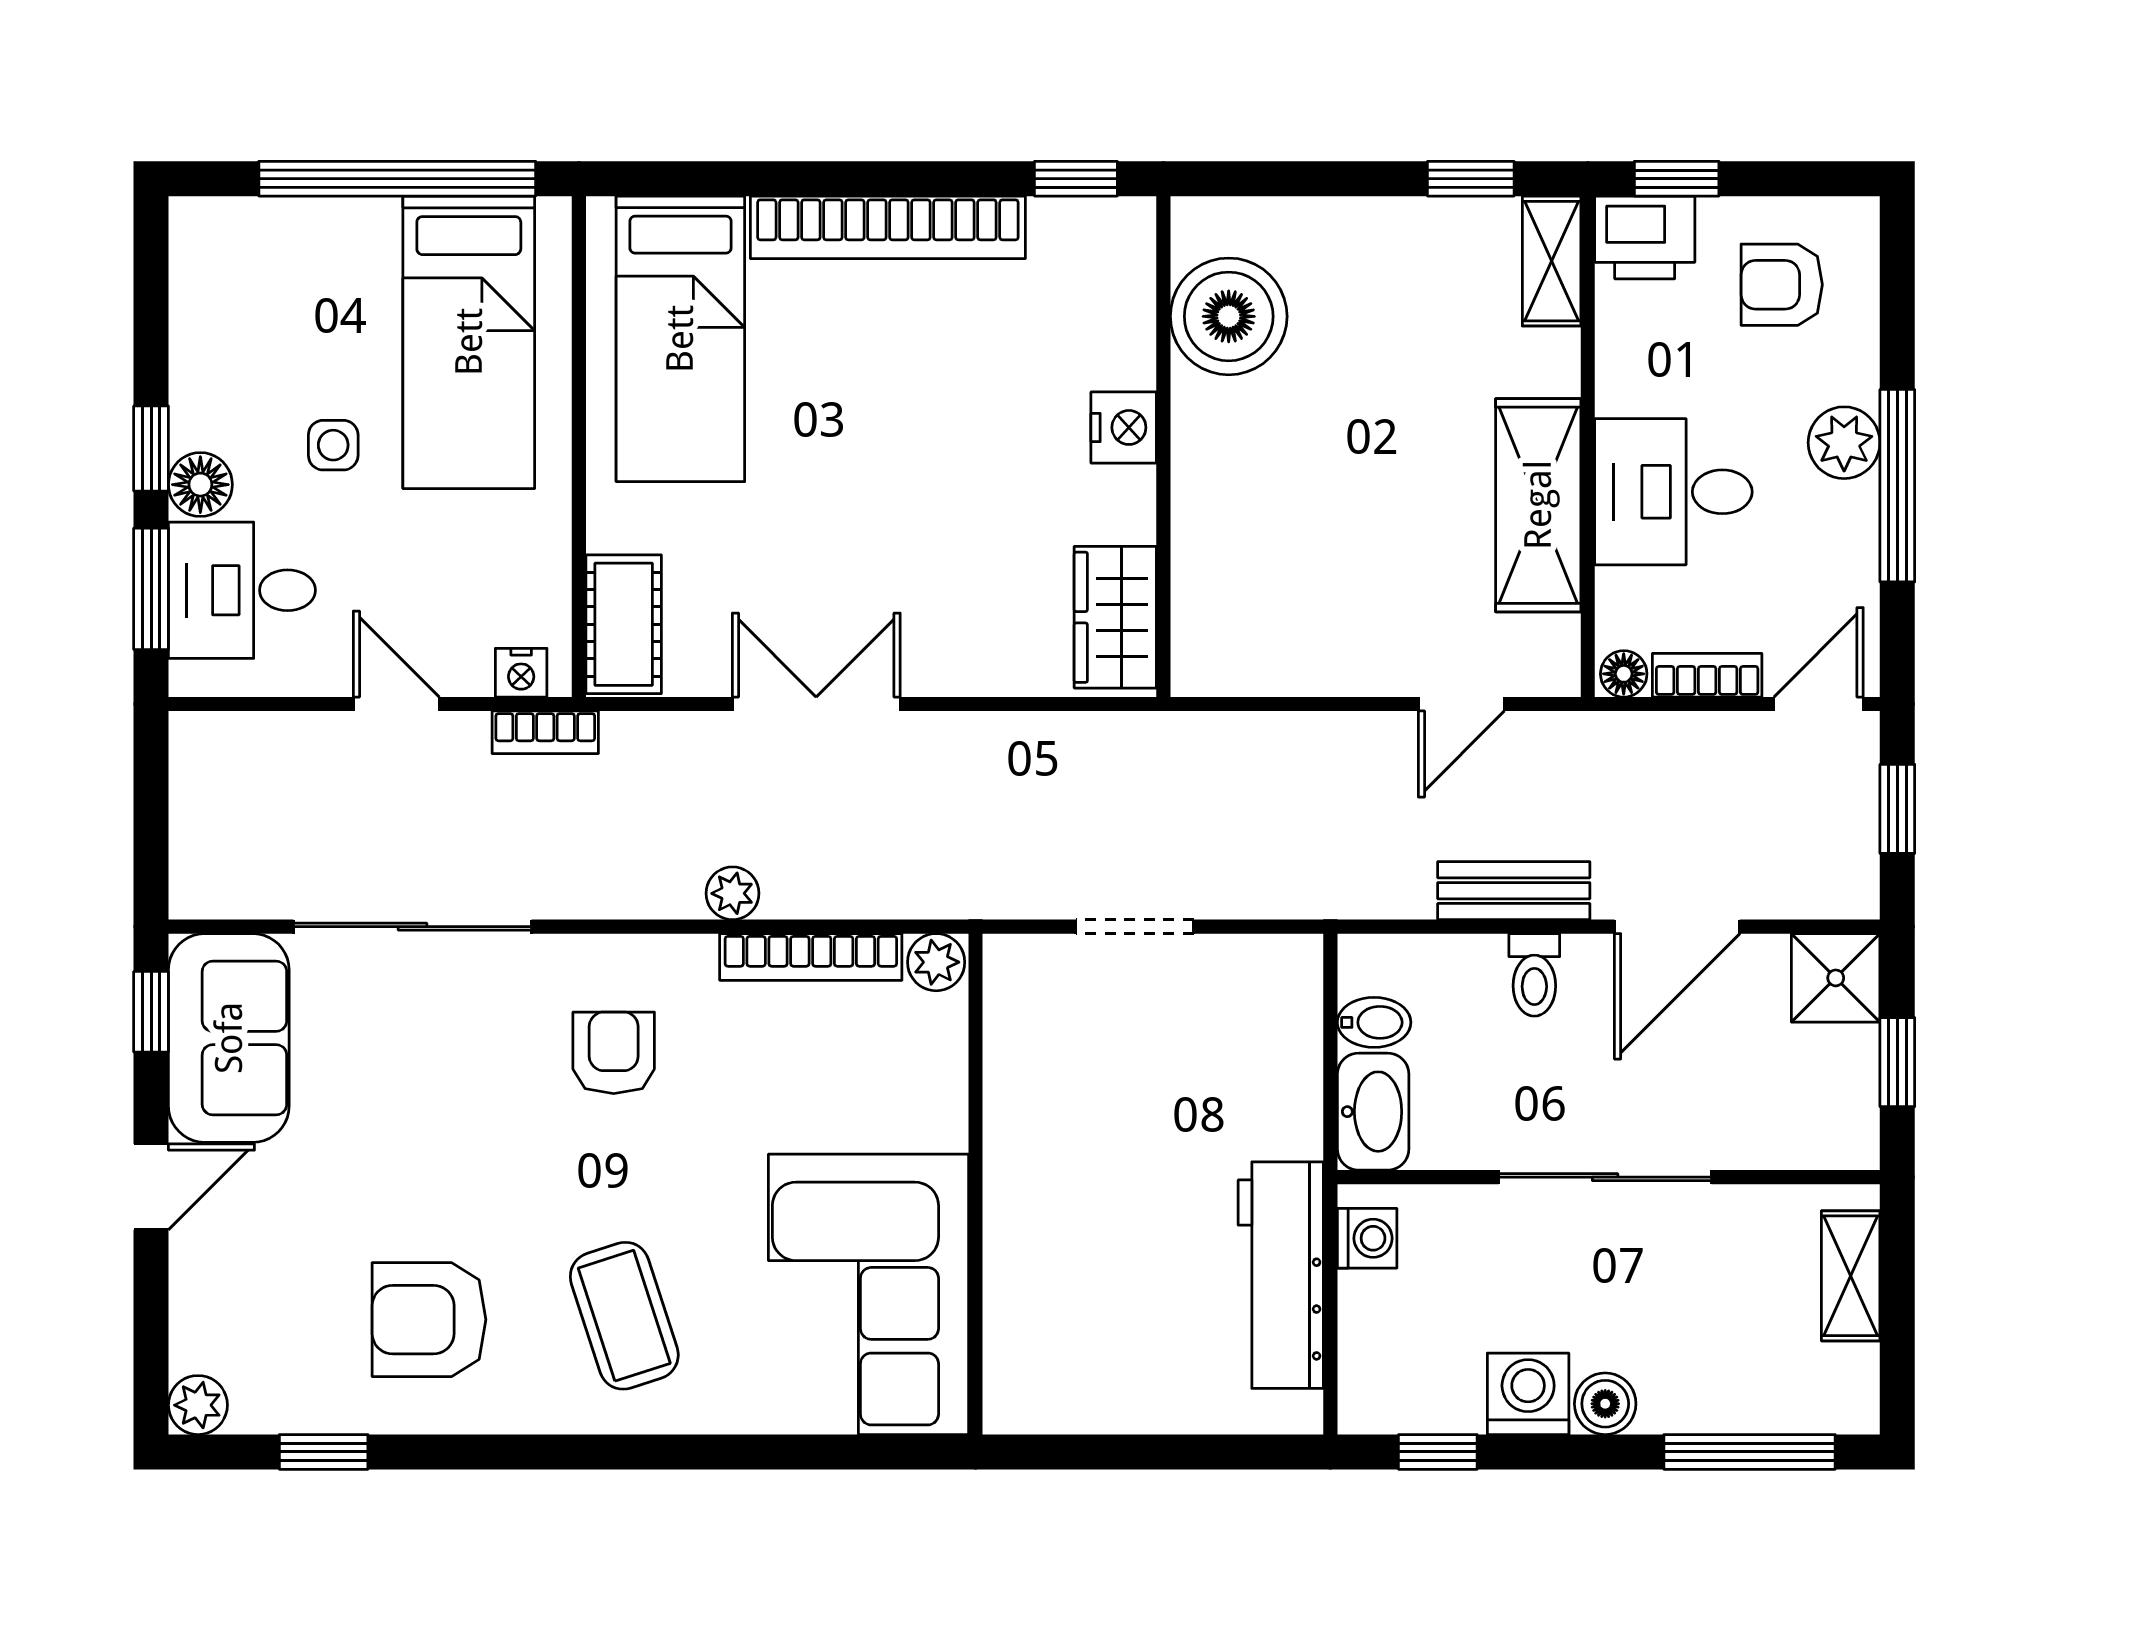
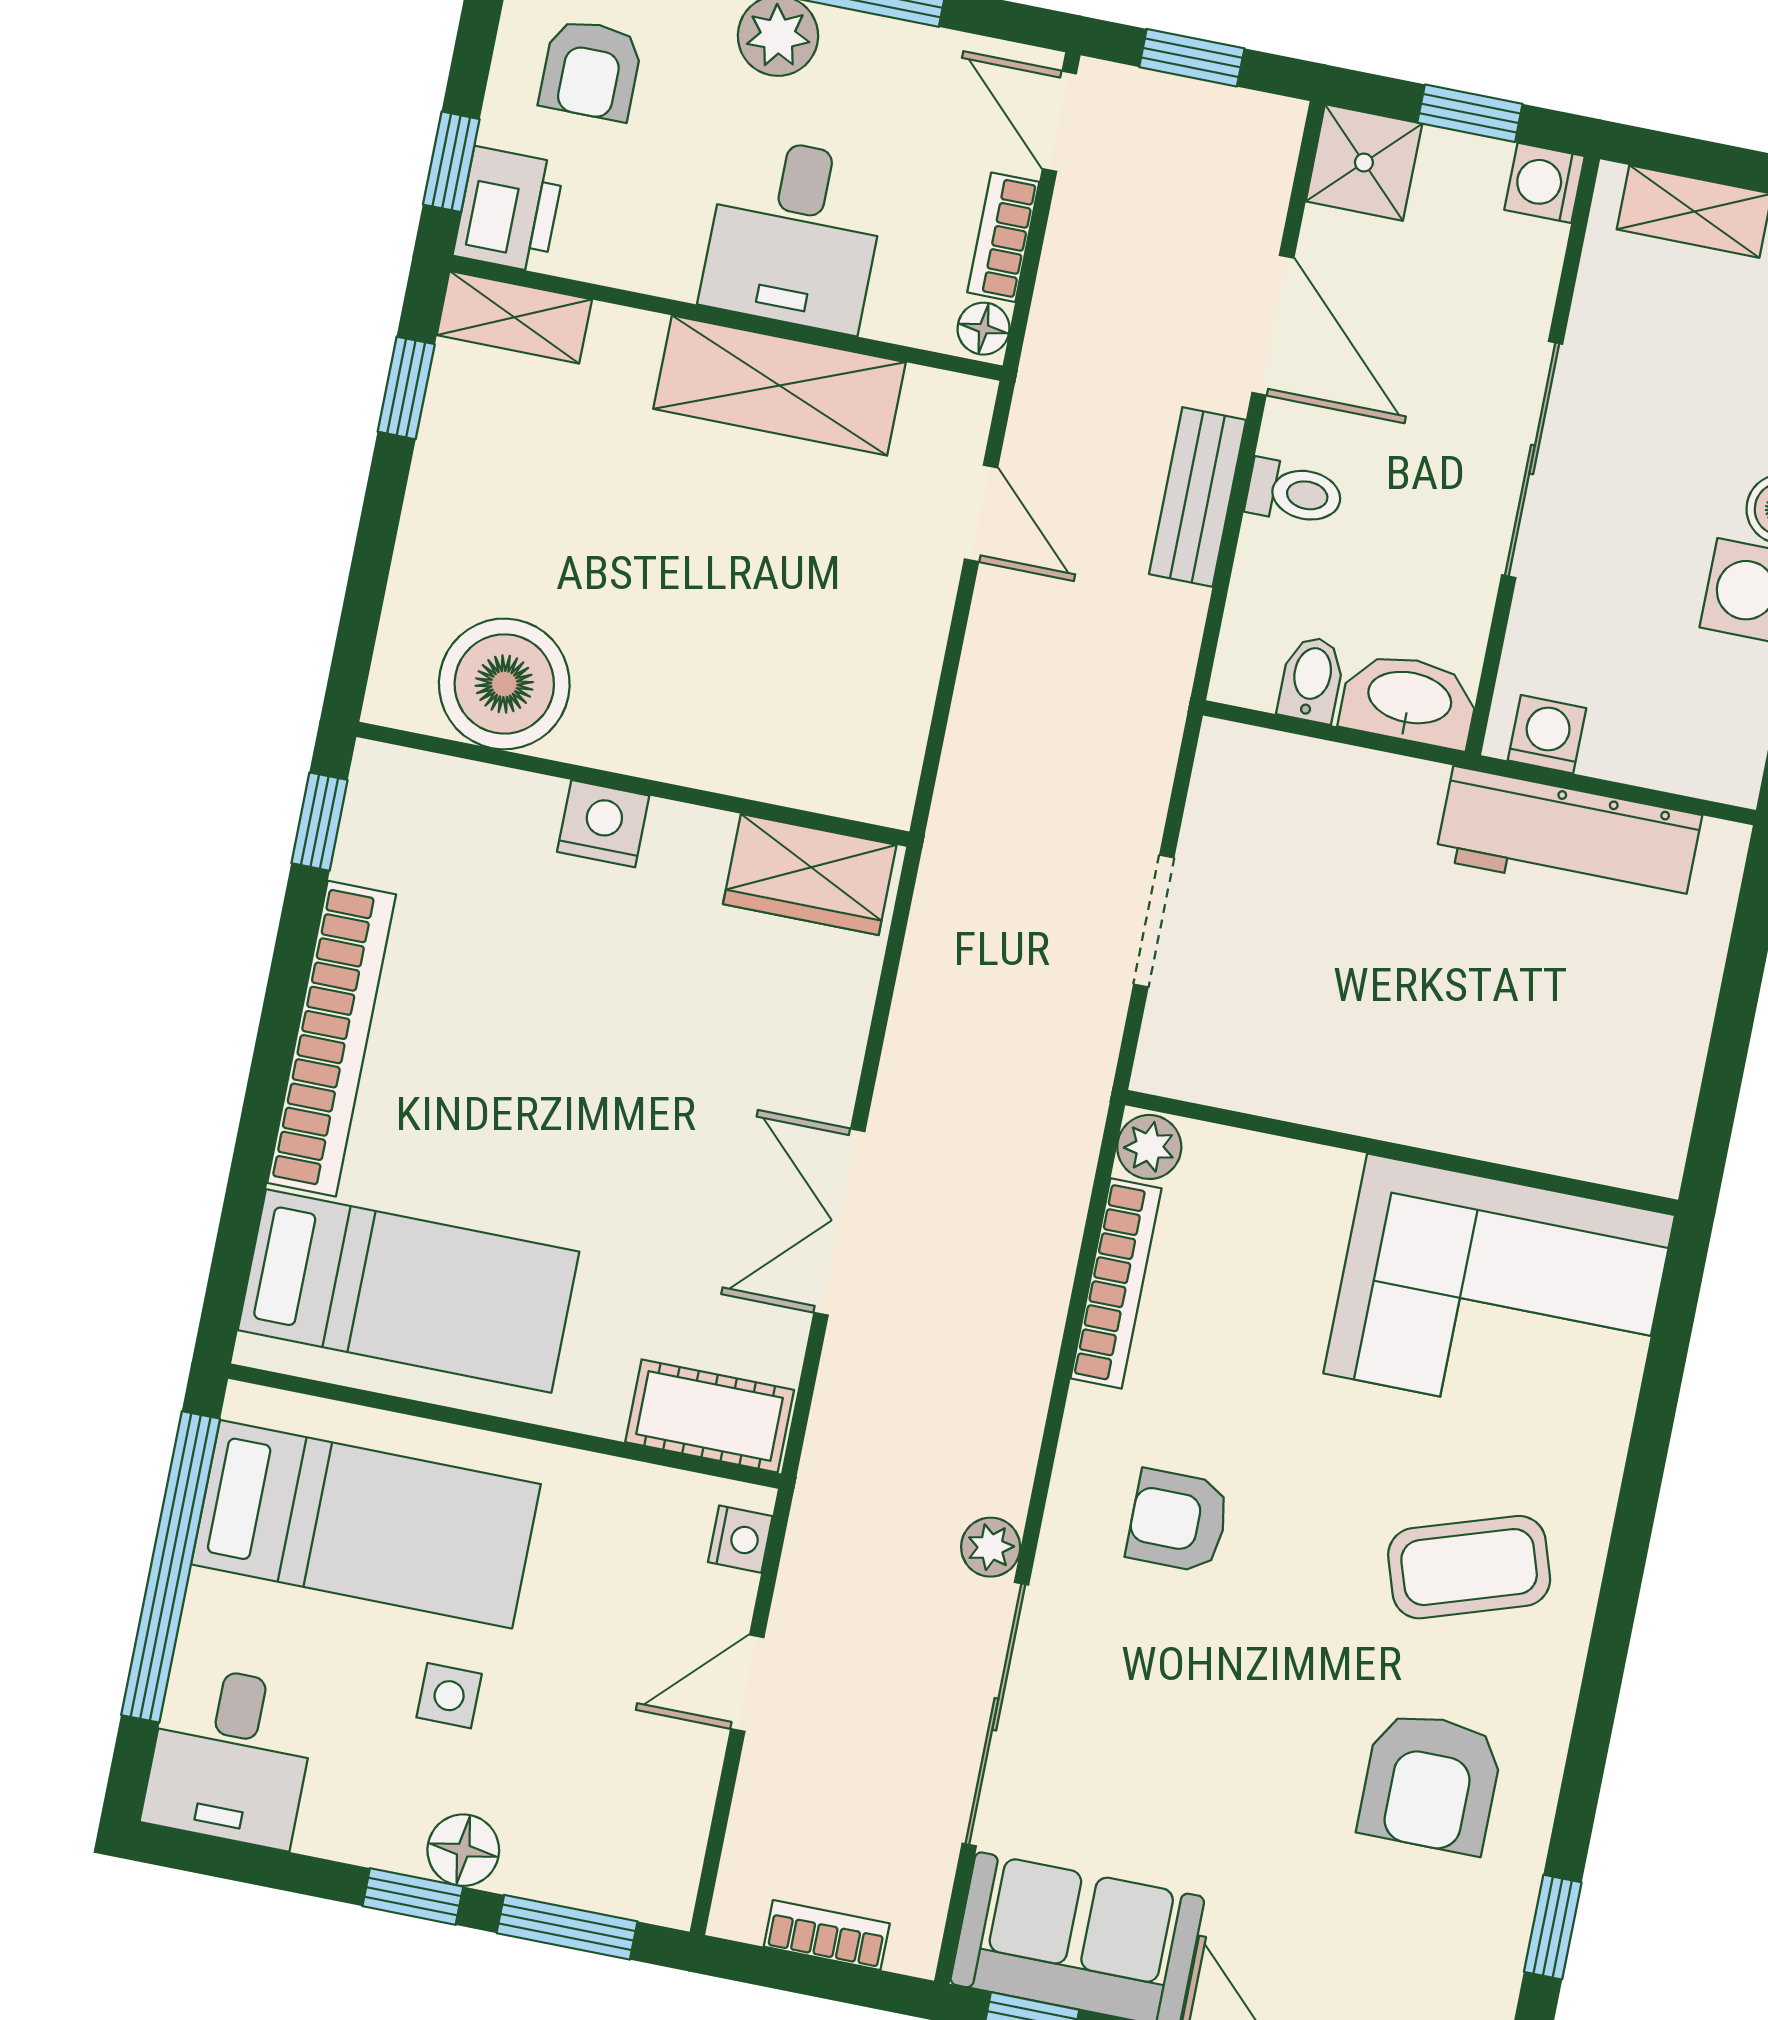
desk: (242, 590) -> (231, 1756), moved
bookcase: (545, 732) -> (827, 1935), moved, turned -90
plant: (733, 893) -> (991, 1547), moved
washing machine: (1849, 1140) -> (1545, 183), added

